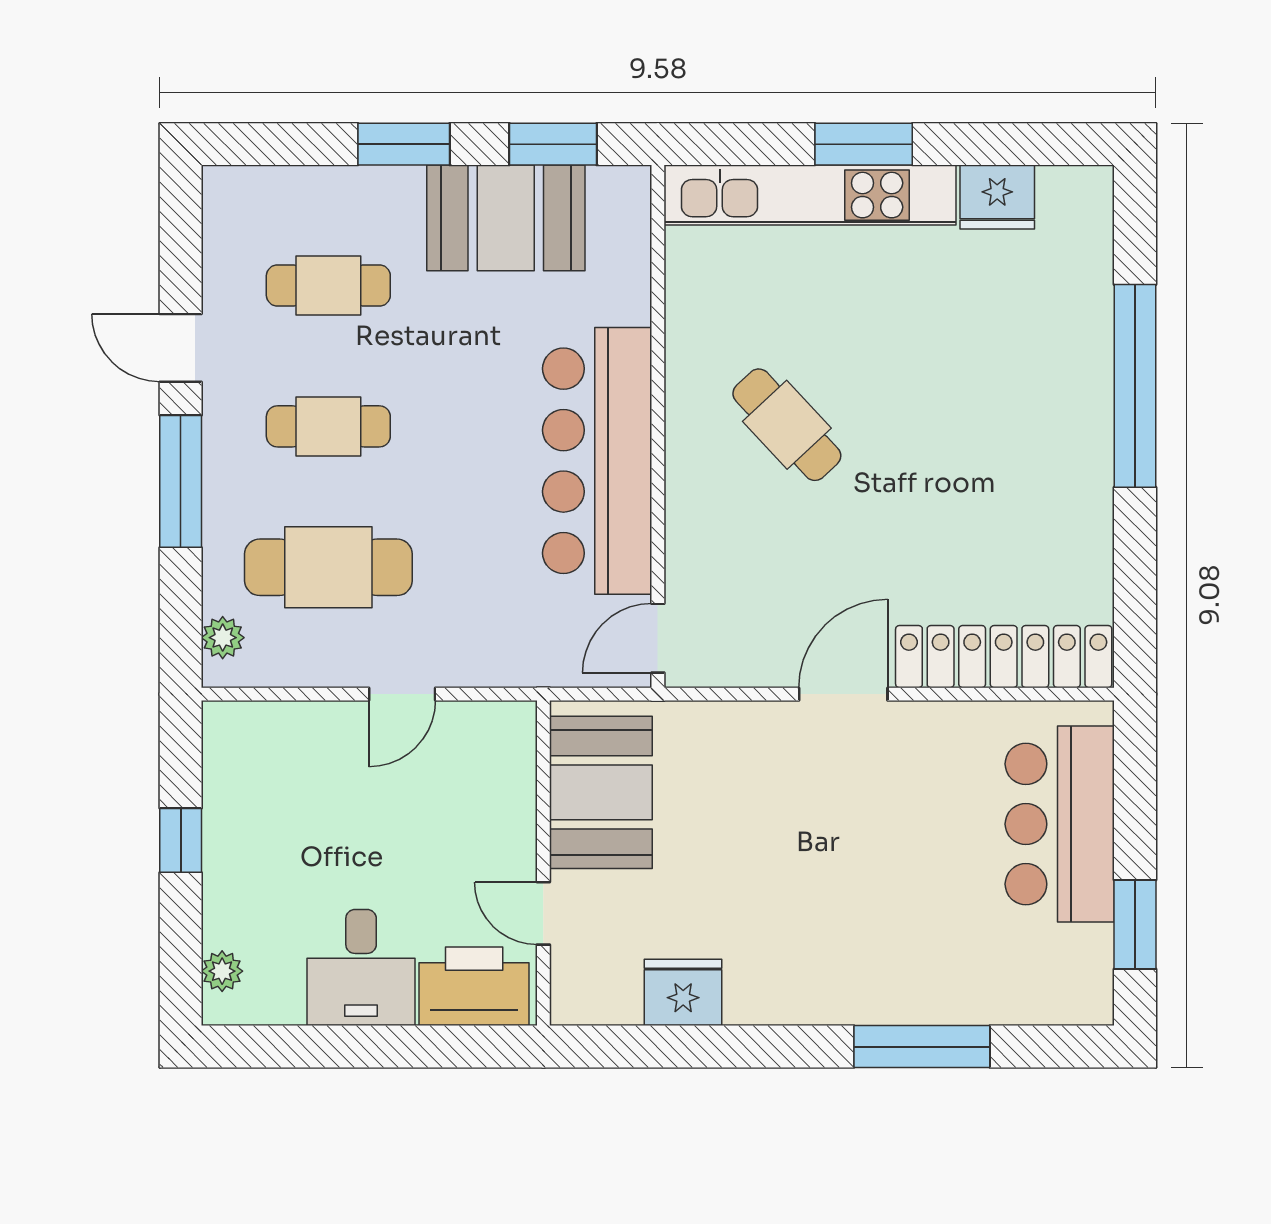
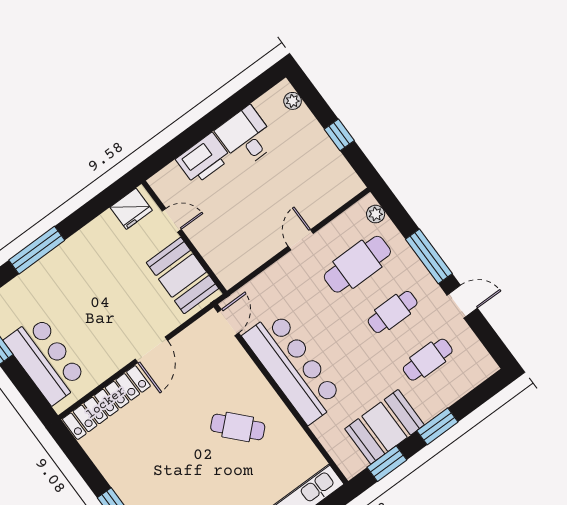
booth: (601, 792) -> (182, 276), moved
wall: (543, 863) -> (184, 237), moved
door: (543, 913) -> (172, 220), moved

